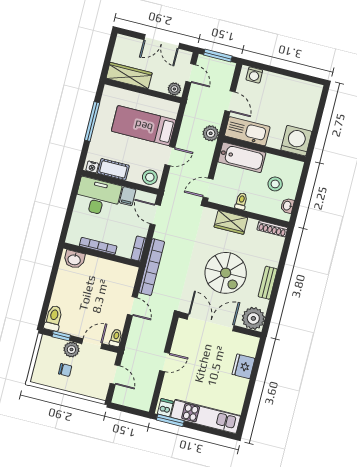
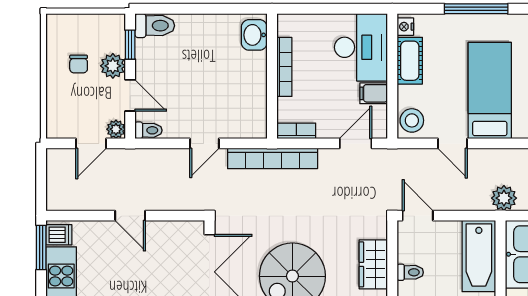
plant: (110, 357) -> (116, 129), added

